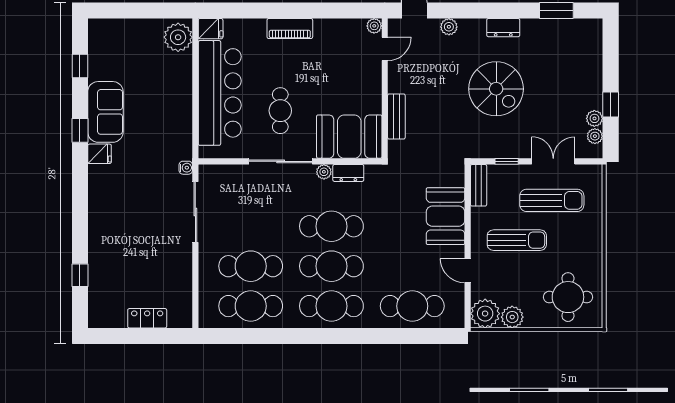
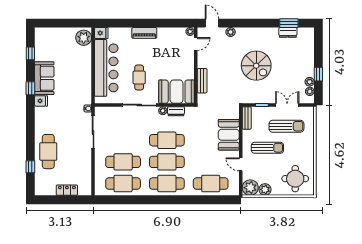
dresser: (503, 28) -> (288, 32), moved
cafe table: (113, 247) -> (48, 152), added

